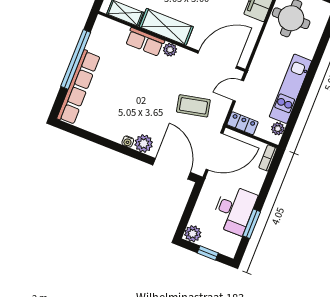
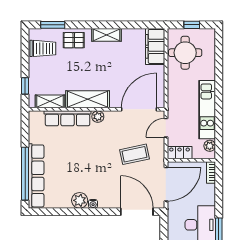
row of seats: (145, 42) -> (68, 118), width x1.48
window: (76, 59) -> (25, 174), moved
plant: (144, 144) -> (80, 200), moved

